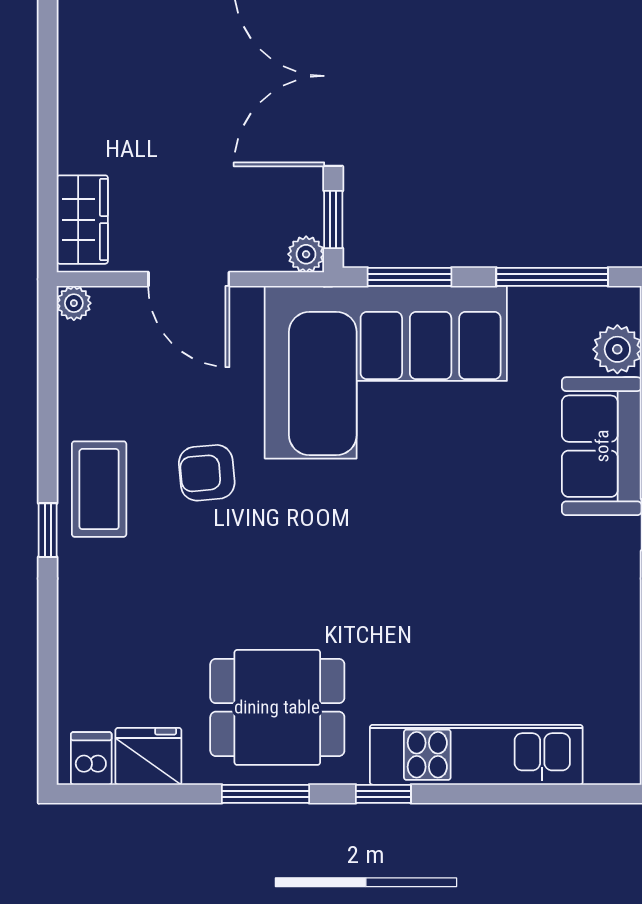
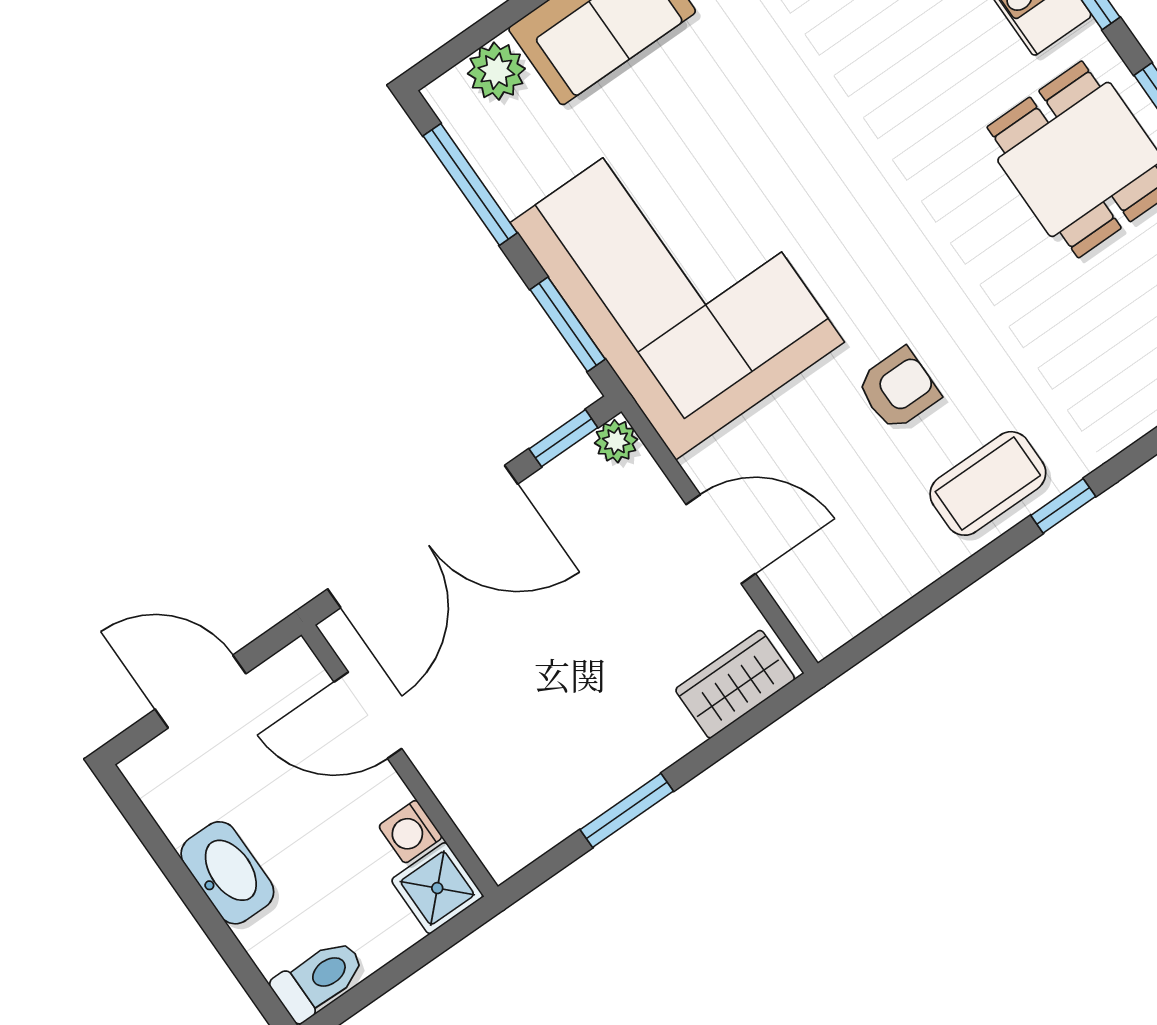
window: (48, 85) -> (627, 810), added
door: (189, 279) -> (721, 539), hinge flipped
plant: (74, 303) -> (823, 635), removed
armchair: (207, 473) -> (898, 389), turned -85

